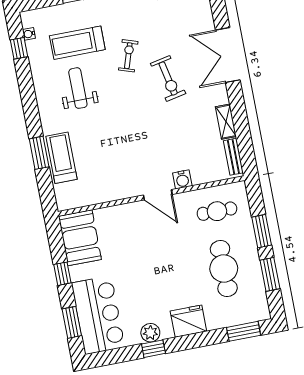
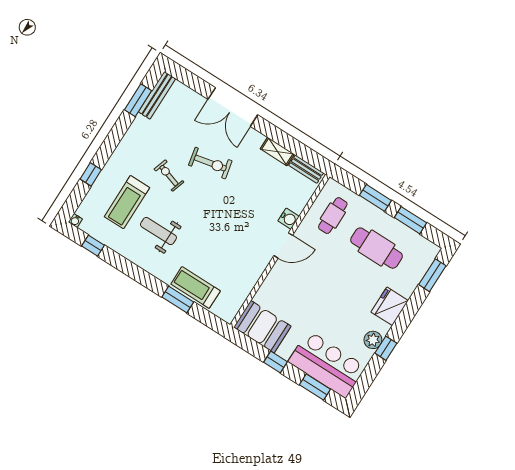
water cooler: (29, 34) -> (75, 220), moved

